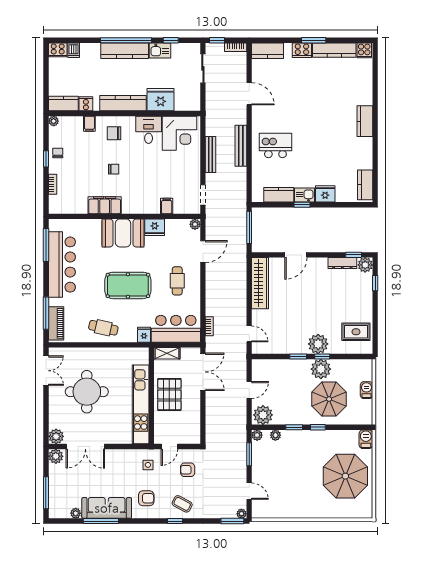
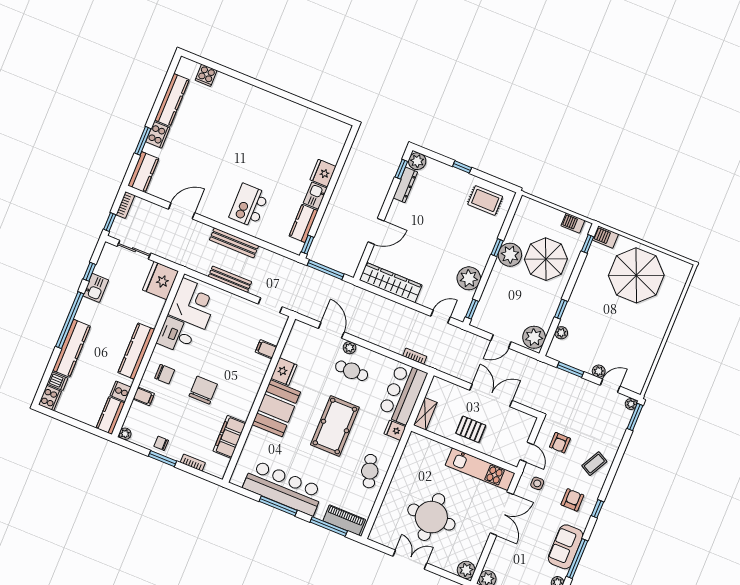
window: (314, 40) -> (143, 141), moved
cooker: (364, 50) -> (206, 75), moved, turned 90
kitchen counter: (125, 51) -> (71, 348), moved
fridge: (161, 100) -> (160, 281), moved
kitchen counter: (365, 121) -> (262, 98), removed
chair: (114, 133) -> (165, 374), turned -90
window: (46, 159) -> (162, 459), width x1.50
chair: (114, 169) -> (203, 390), width x1.87, depth x1.87
kitchen counter: (365, 185) -> (331, 126), removed
filing cabinet: (105, 205) -> (230, 437), moved
window: (302, 205) -> (307, 245), moved
plant: (195, 224) -> (350, 348), moved
window: (46, 245) -> (278, 506), moved
door: (296, 255) -> (376, 231), hinge flipped
window: (375, 283) -> (462, 167), moved
cafe table: (103, 328) -> (370, 471), turned -31
rug: (356, 332) -> (485, 200), turned 90
plant: (318, 344) -> (469, 278), moved
window: (298, 356) -> (472, 309), moved
double door: (46, 371) -> (410, 560), moved
double door: (203, 372) -> (491, 395), moved
door: (249, 390) -> (501, 341), swing flipped
barbecue: (366, 390) -> (573, 223), moved
pallet: (169, 395) -> (471, 429), width x0.67, depth x0.71
kitchen unit: (141, 404) -> (480, 469), width x0.73
window: (318, 427) -> (588, 244), moved
plant: (257, 435) -> (599, 371), moved
double door: (85, 446) -> (502, 514), moved
sofa: (107, 508) -> (566, 547), width x0.73
window: (175, 521) -> (597, 509), moved

